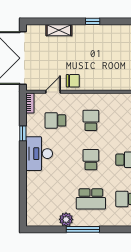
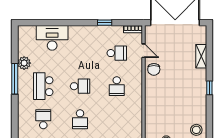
school desk: (55, 120) -> (117, 53), turned 90
school desk: (91, 120) -> (117, 86), turned 90
desk: (39, 154) -> (52, 38), moved

